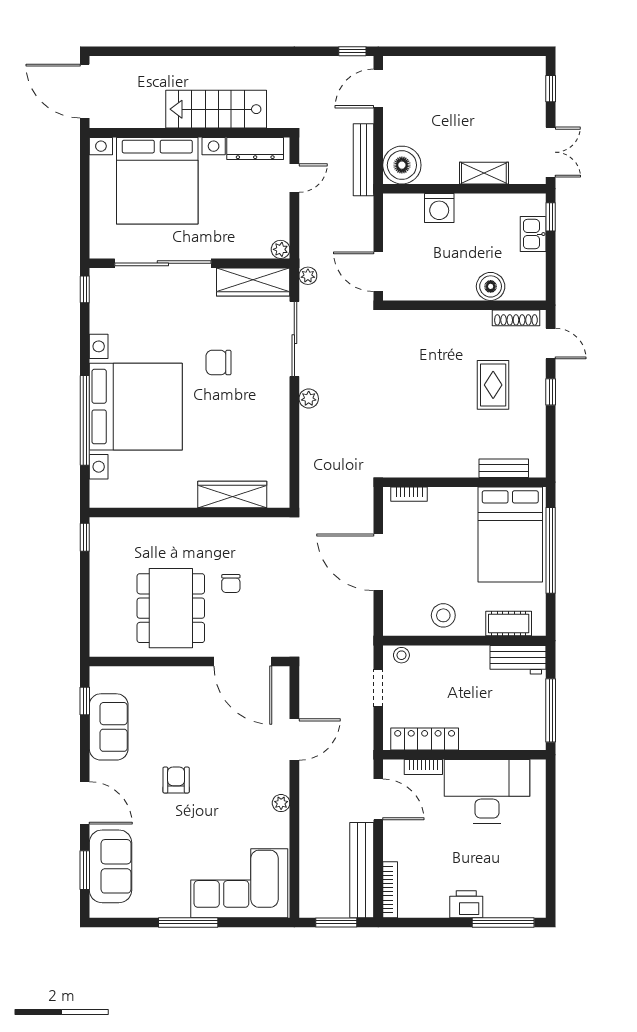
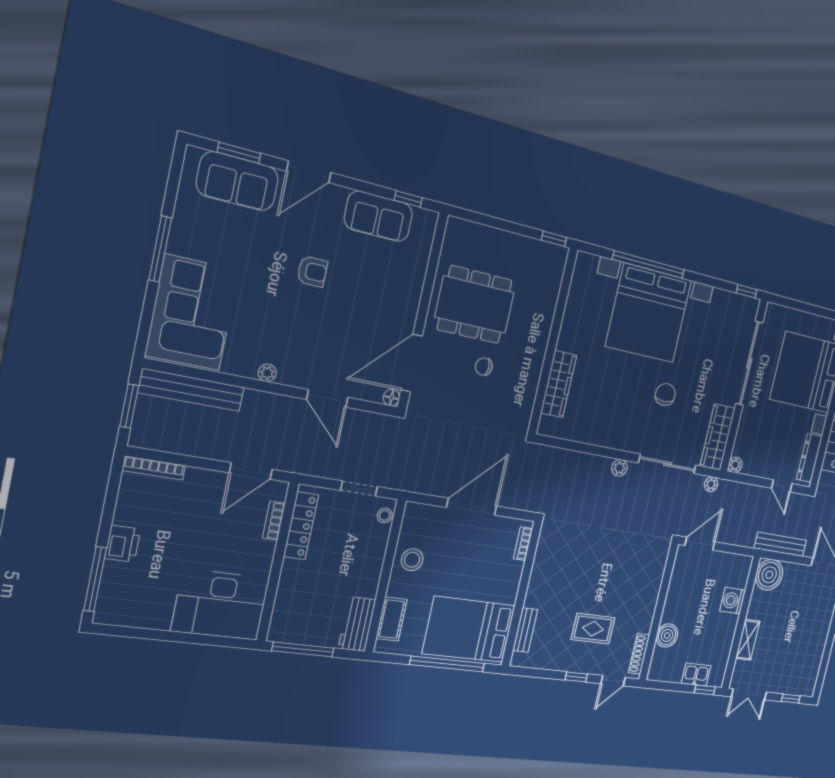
floor lamp: (281, 675) -> (391, 398), added
desk: (487, 791) -> (220, 605), moved, turned 90
bench: (362, 870) -> (191, 390), moved

